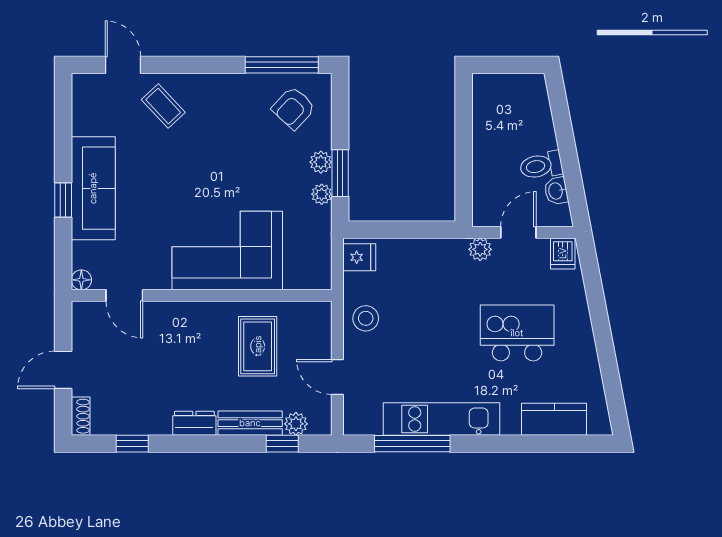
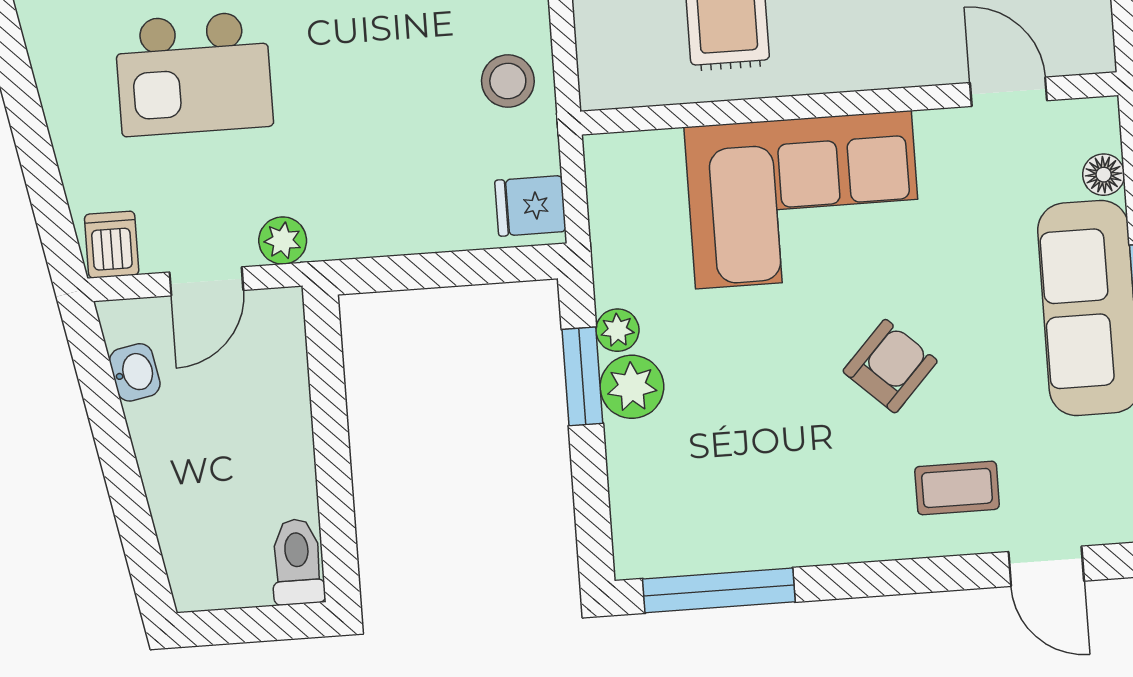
coffee table: (163, 106) -> (957, 488), turned -47
armchair: (293, 108) -> (890, 366), moved
plant: (321, 162) -> (632, 387), width x1.38, depth x1.38
toilet: (541, 166) -> (297, 562), moved, turned -79
floor lamp: (81, 280) -> (1104, 175), moved

